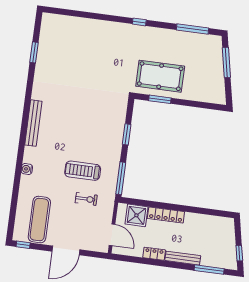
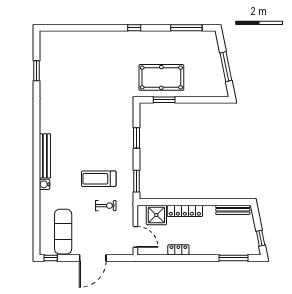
window: (226, 62) -> (226, 67), moved
bench: (33, 123) -> (45, 156), moved
window: (121, 178) -> (136, 181), width x0.69
bench: (183, 258) -> (233, 210), moved

